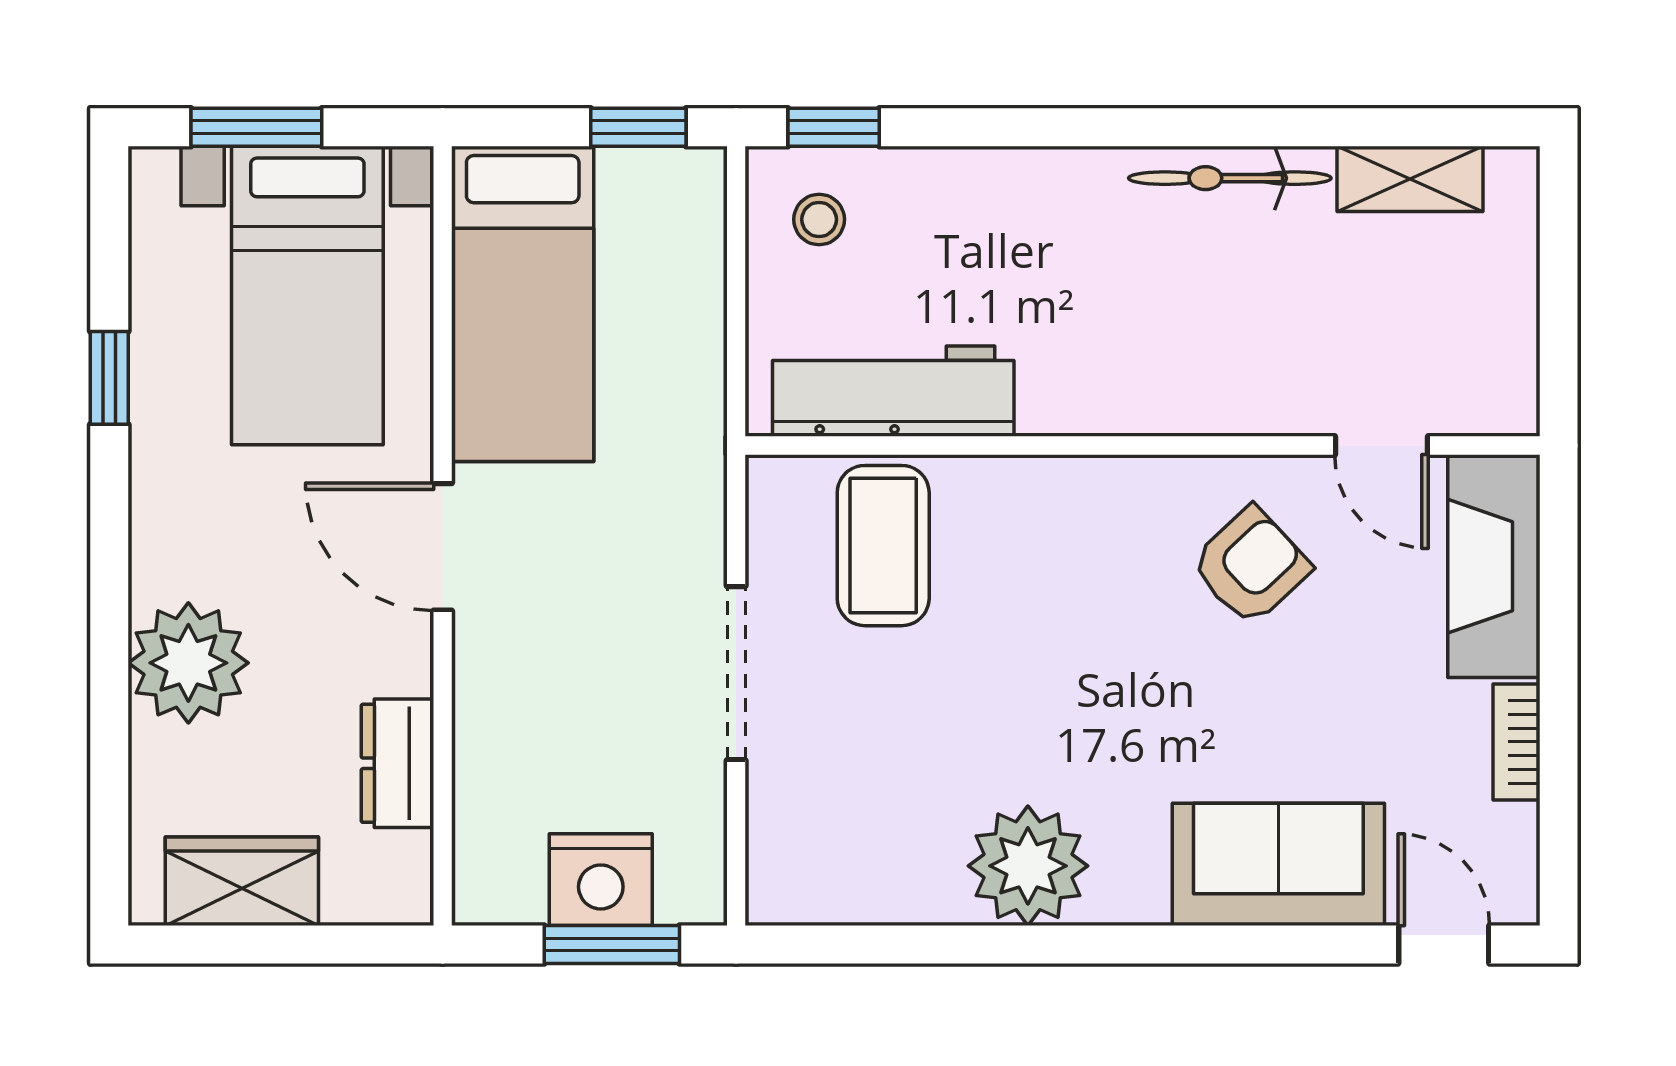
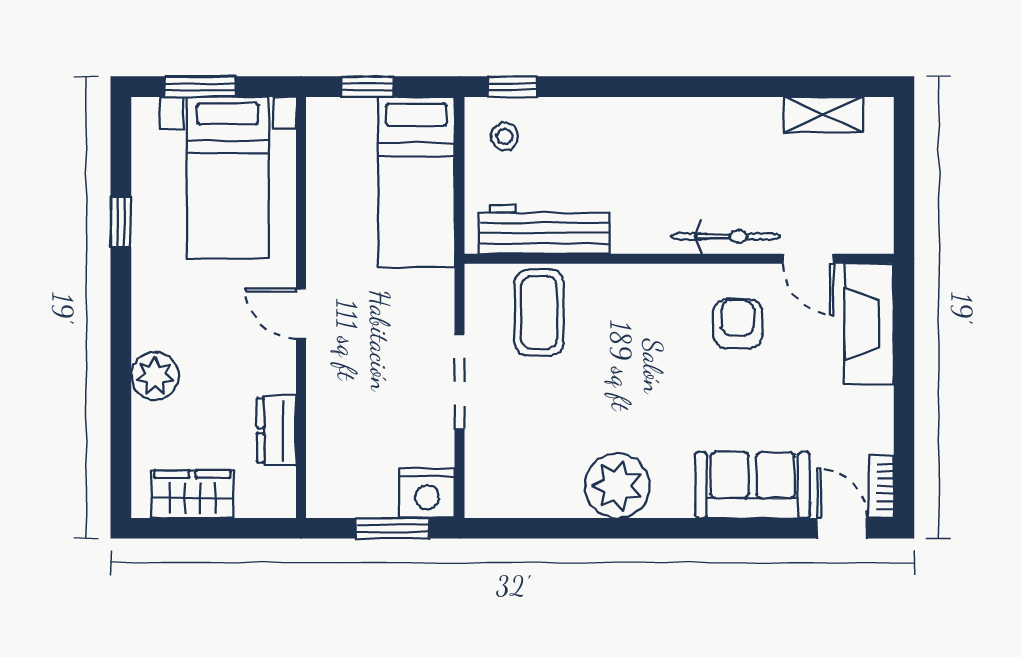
window: (638, 127) -> (367, 87), moved
bicycle: (1230, 178) -> (725, 236), moved, turned 180
bed: (523, 304) -> (416, 182), moved
door: (443, 547) -> (301, 313), width x0.73
armchair: (1251, 566) -> (738, 324), turned -47
plant: (188, 663) -> (155, 376), width x0.73, depth x0.73
bookcase: (1517, 742) -> (881, 487), moved
nightstand: (601, 880) -> (427, 493), moved

